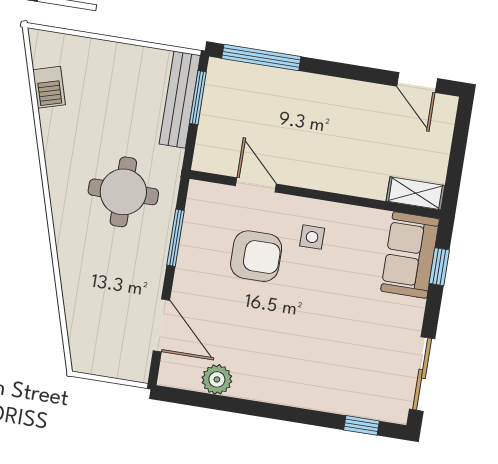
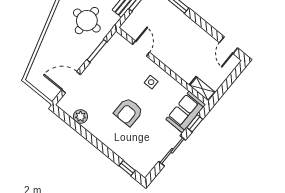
armchair: (256, 256) -> (128, 112), moved, turned 90
door: (161, 325) -> (71, 82), swing flipped
sliding door: (422, 374) -> (172, 151), moved

